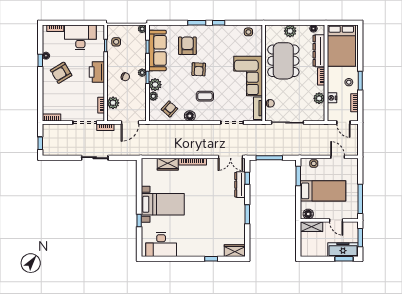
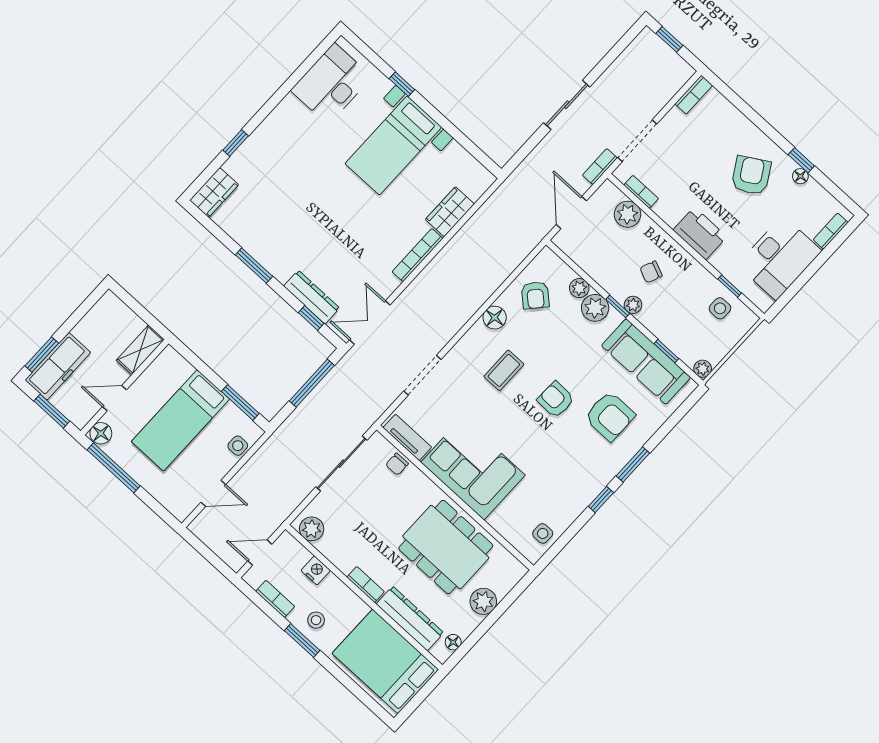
plant: (319, 98) -> (312, 529), moved
floor lamp: (308, 214) -> (101, 433), moved

